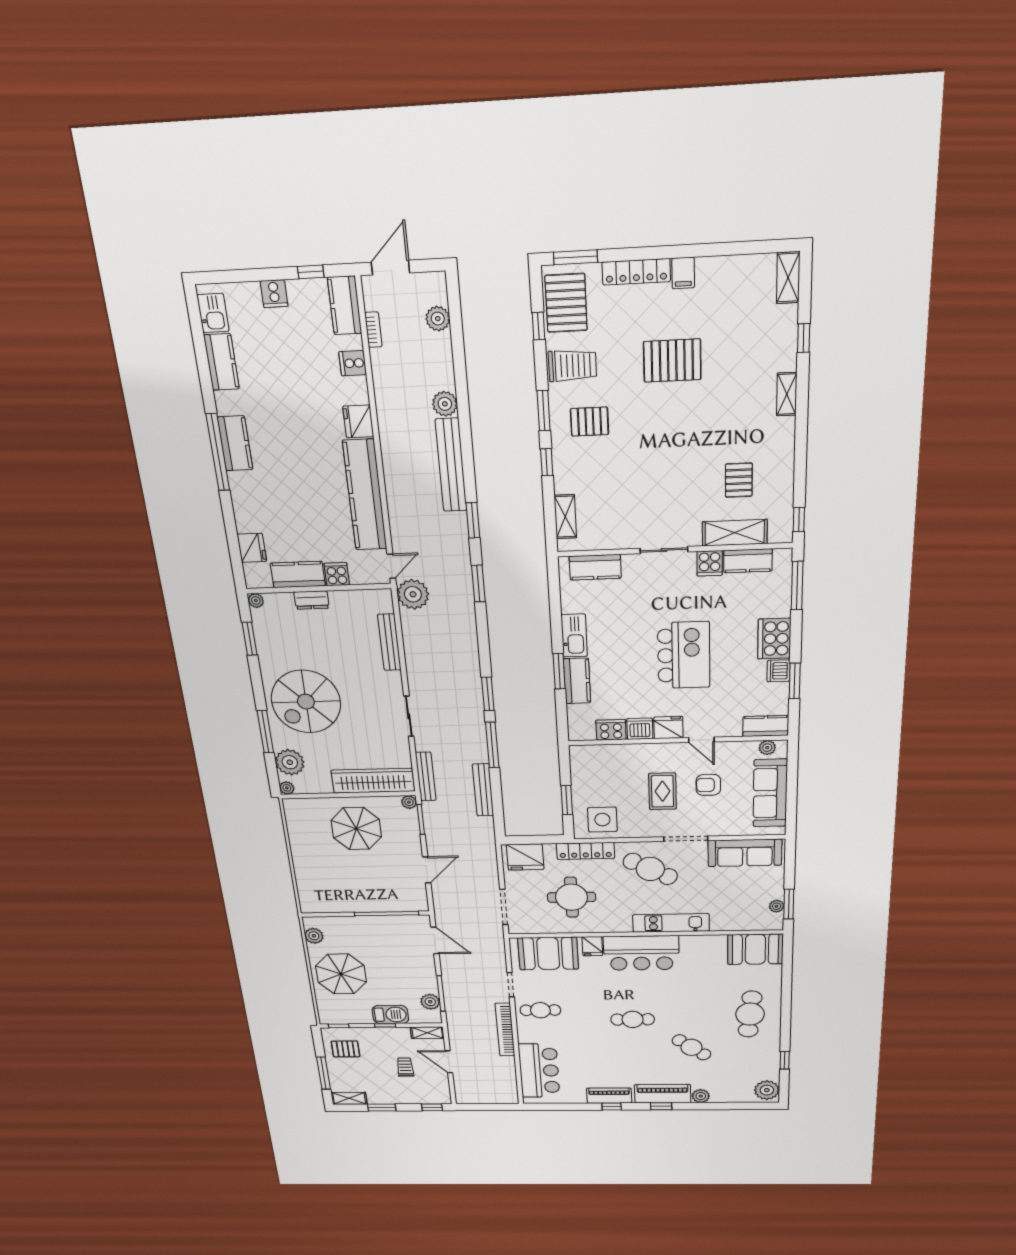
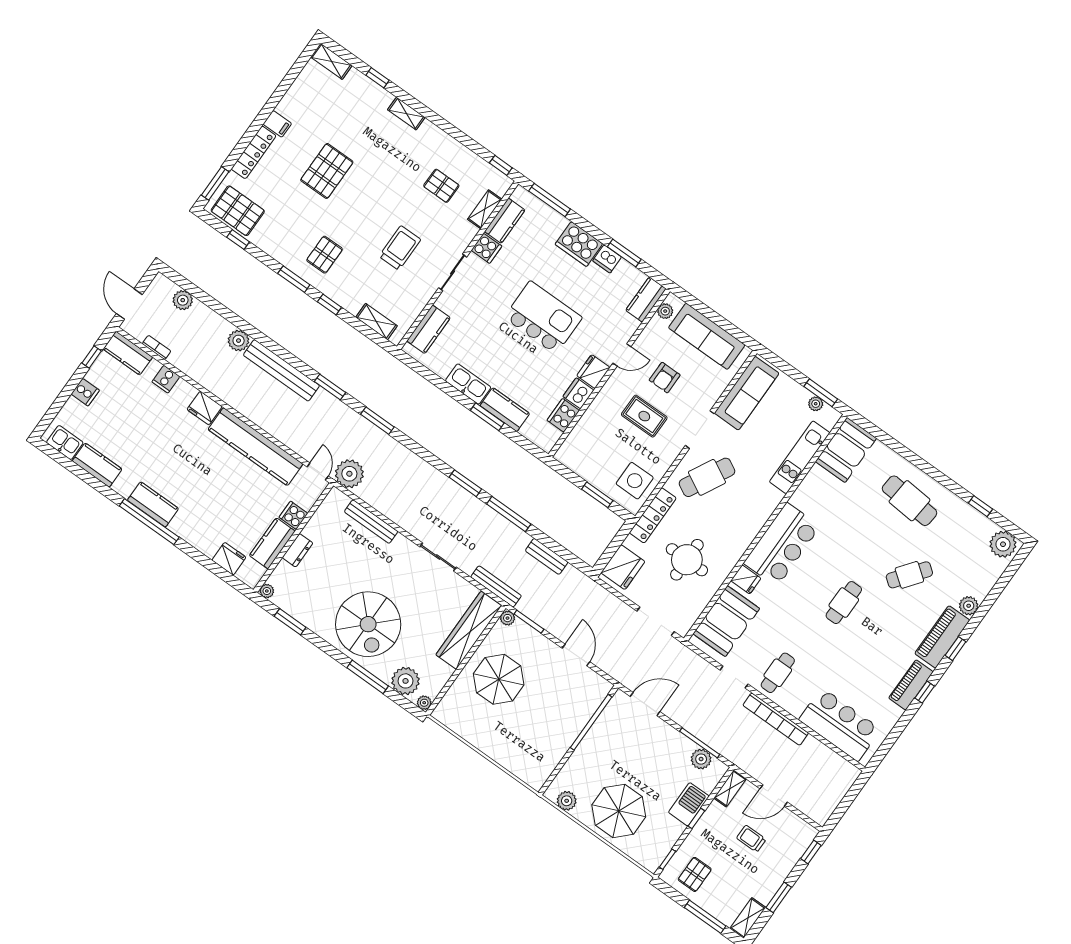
trolley: (572, 366) -> (400, 248), moved
shelving: (735, 533) -> (485, 209), width x0.67, depth x0.75
bench: (483, 790) -> (547, 556), width x0.73
kitchen unit: (671, 923) -> (800, 457), moved

